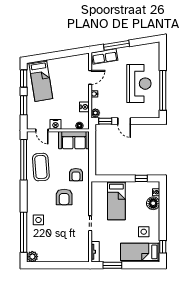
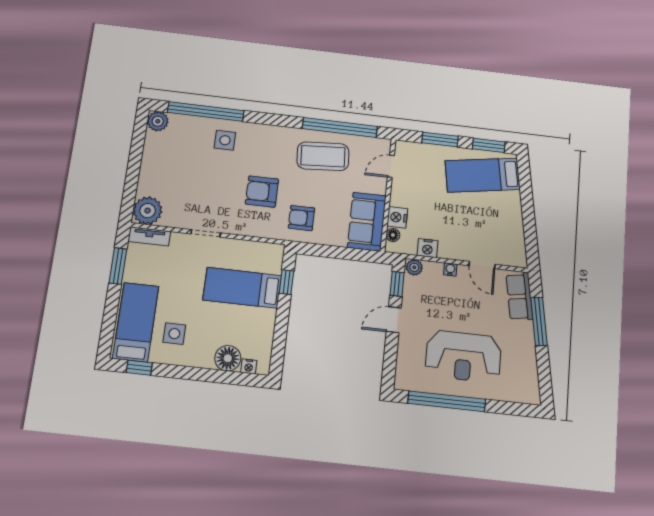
nightstand: (55, 124) -> (397, 217), moved
window: (141, 178) -> (286, 282), moved
plant: (82, 255) -> (148, 211), added

